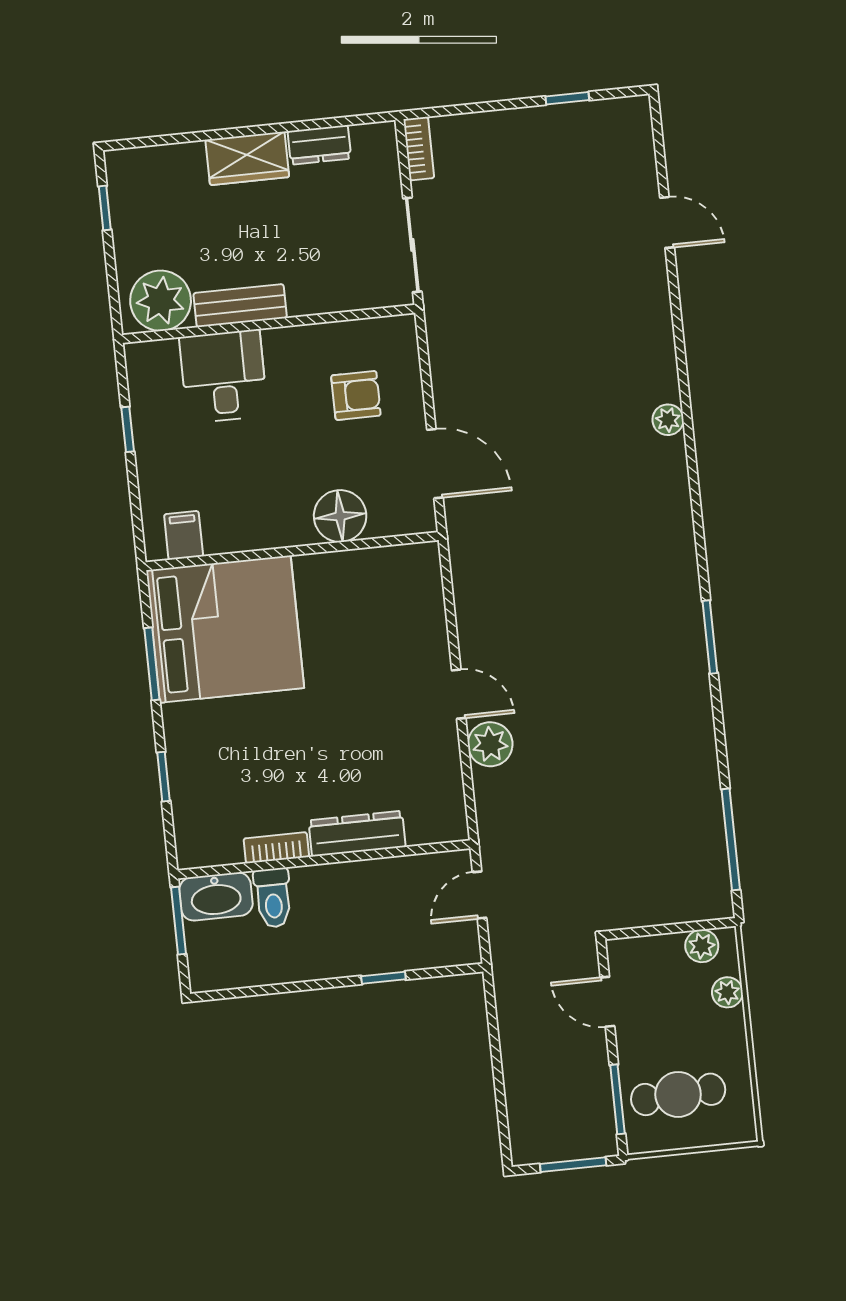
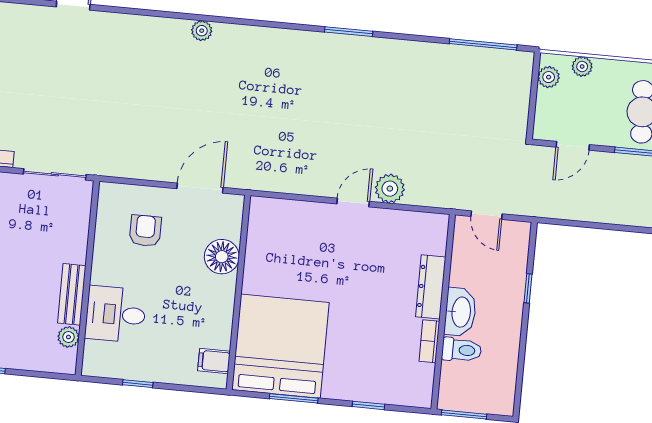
plant: (161, 301) -> (68, 337), width x0.53, depth x0.53
washbasin: (216, 896) -> (460, 312), moved

